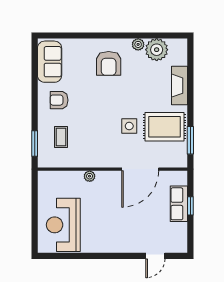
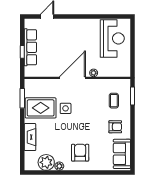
door: (140, 169) -> (72, 78), moved
row of seats: (179, 204) -> (30, 47), width x1.48

